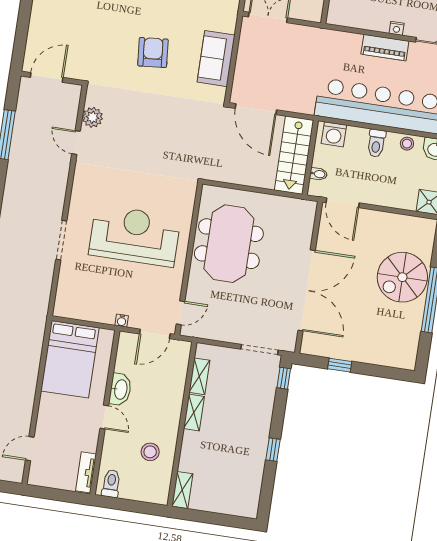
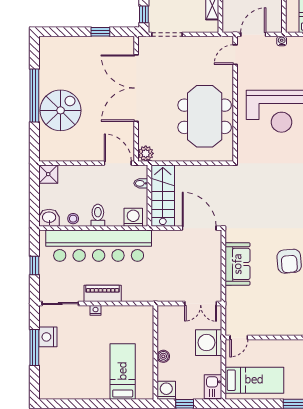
plant: (307, 209) -> (146, 153), added

